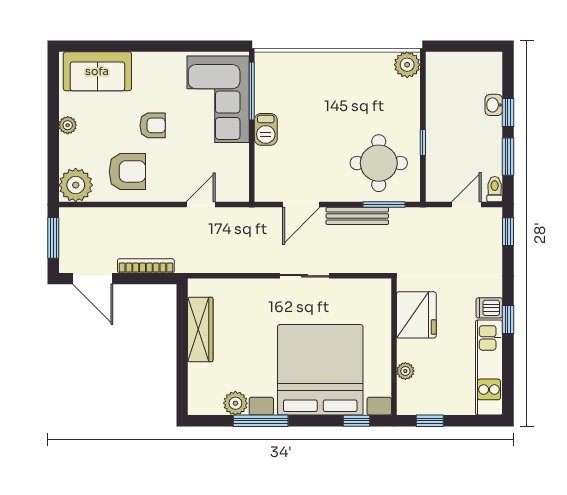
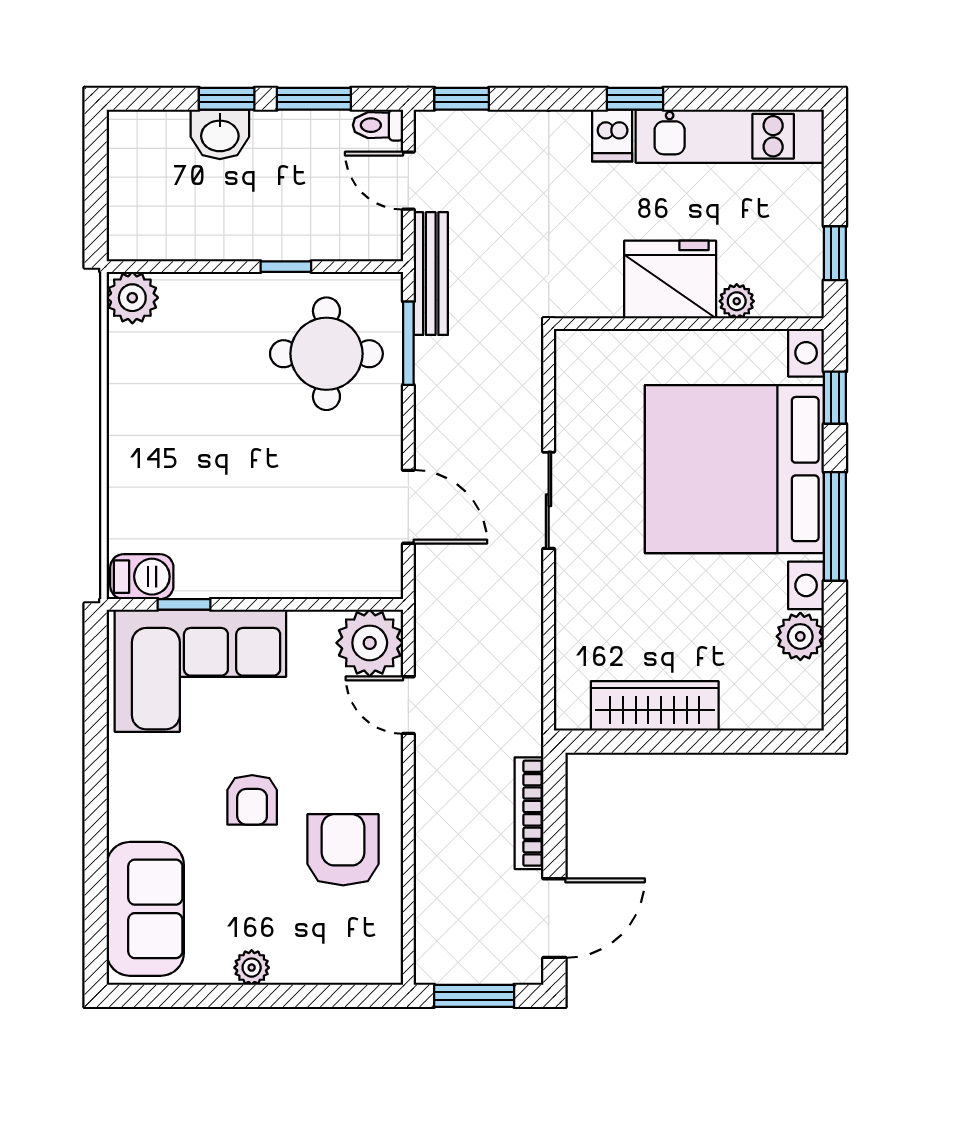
window: (252, 91) -> (184, 604), width x0.46
washbasin: (494, 105) -> (220, 134), width x1.38, depth x1.45
armchair: (153, 125) -> (252, 800), turned 180
barbecue: (266, 129) -> (142, 577), moved
plant: (76, 185) -> (370, 643), moved
bench: (357, 216) -> (431, 274), moved
fridge: (416, 315) -> (670, 280), moved
window: (261, 421) -> (835, 526), moved

